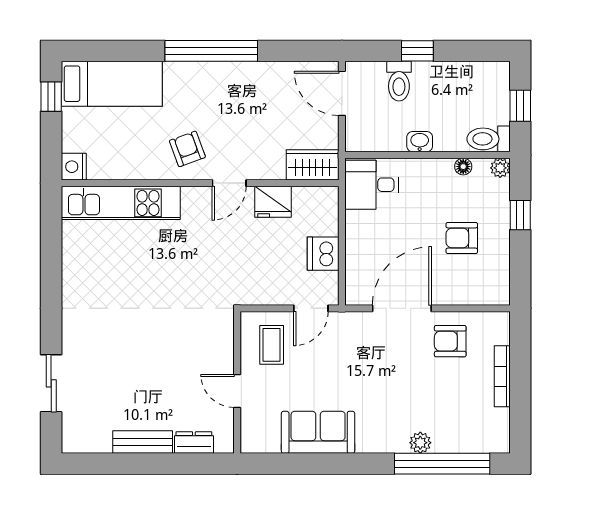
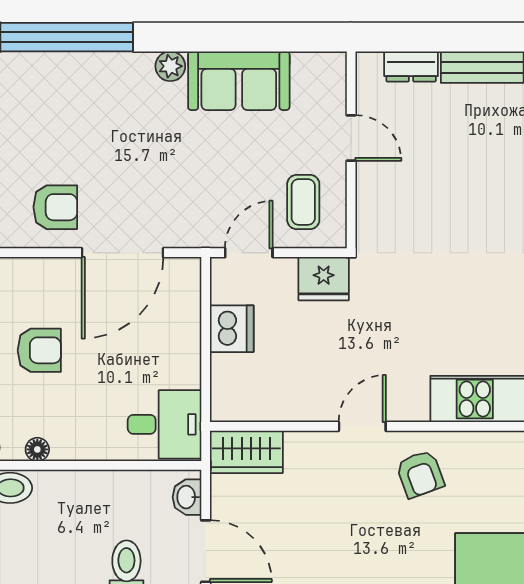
washbasin: (420, 142) -> (187, 497), moved, turned 90
fridge: (273, 202) -> (324, 279), moved, turned 180
plant: (420, 443) -> (170, 66), moved

